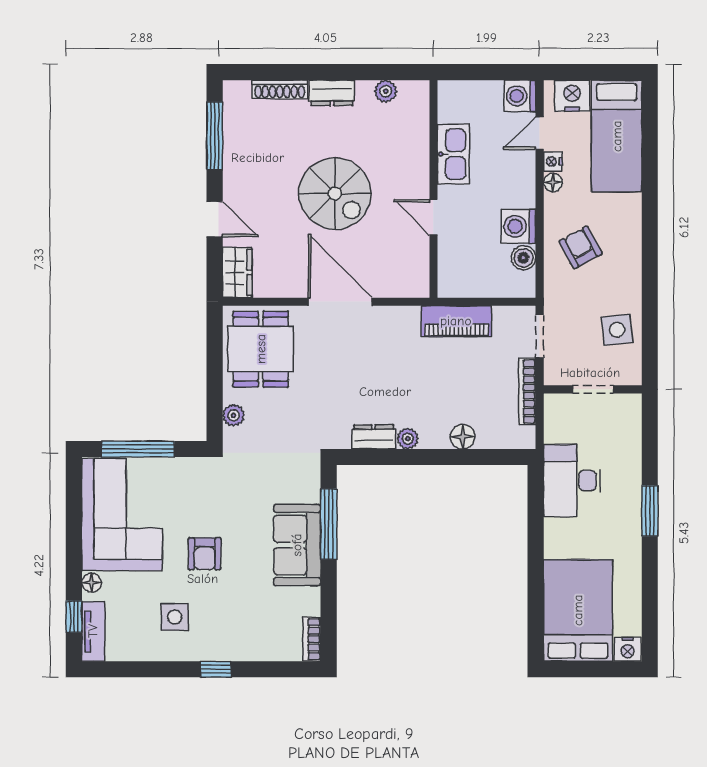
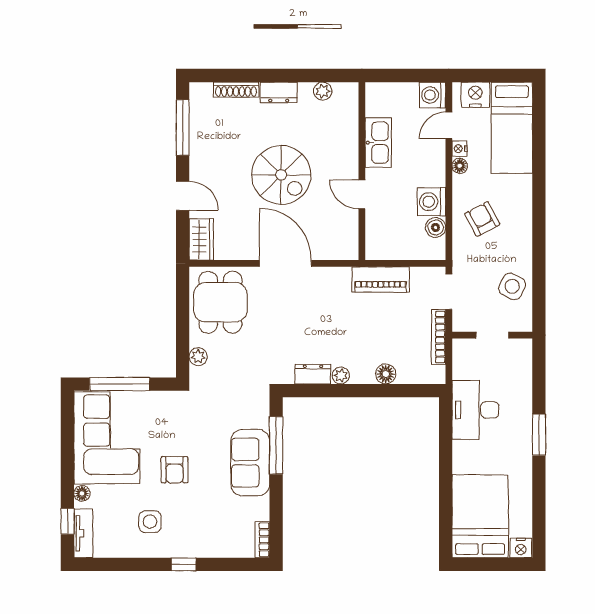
side table: (617, 330) -> (512, 286), turned 33

